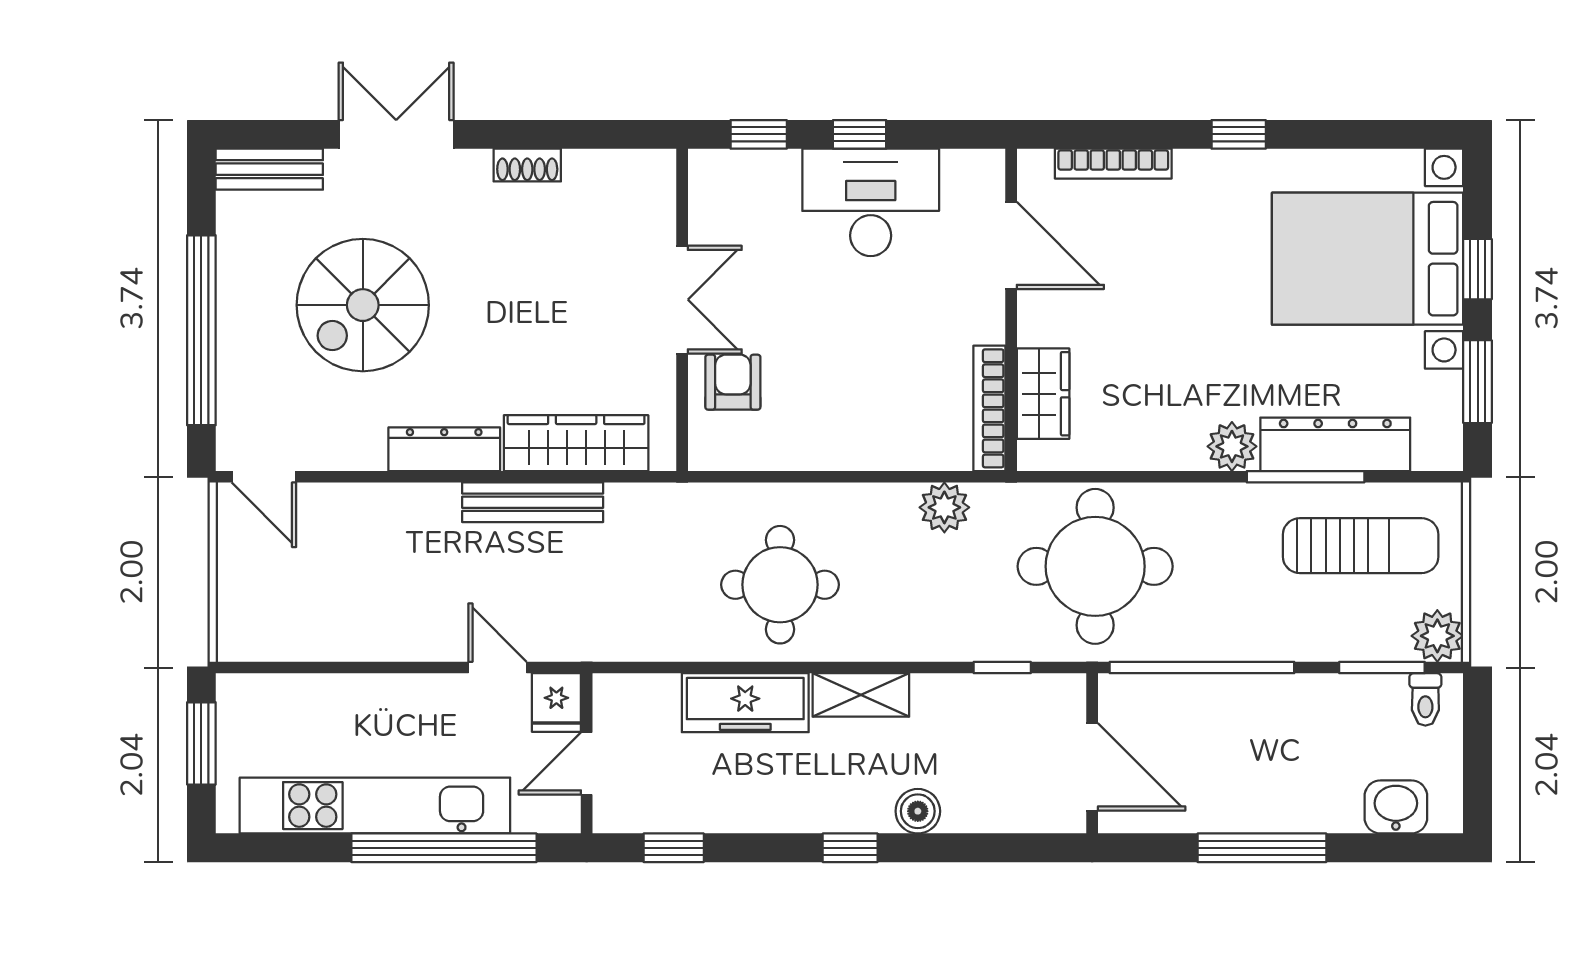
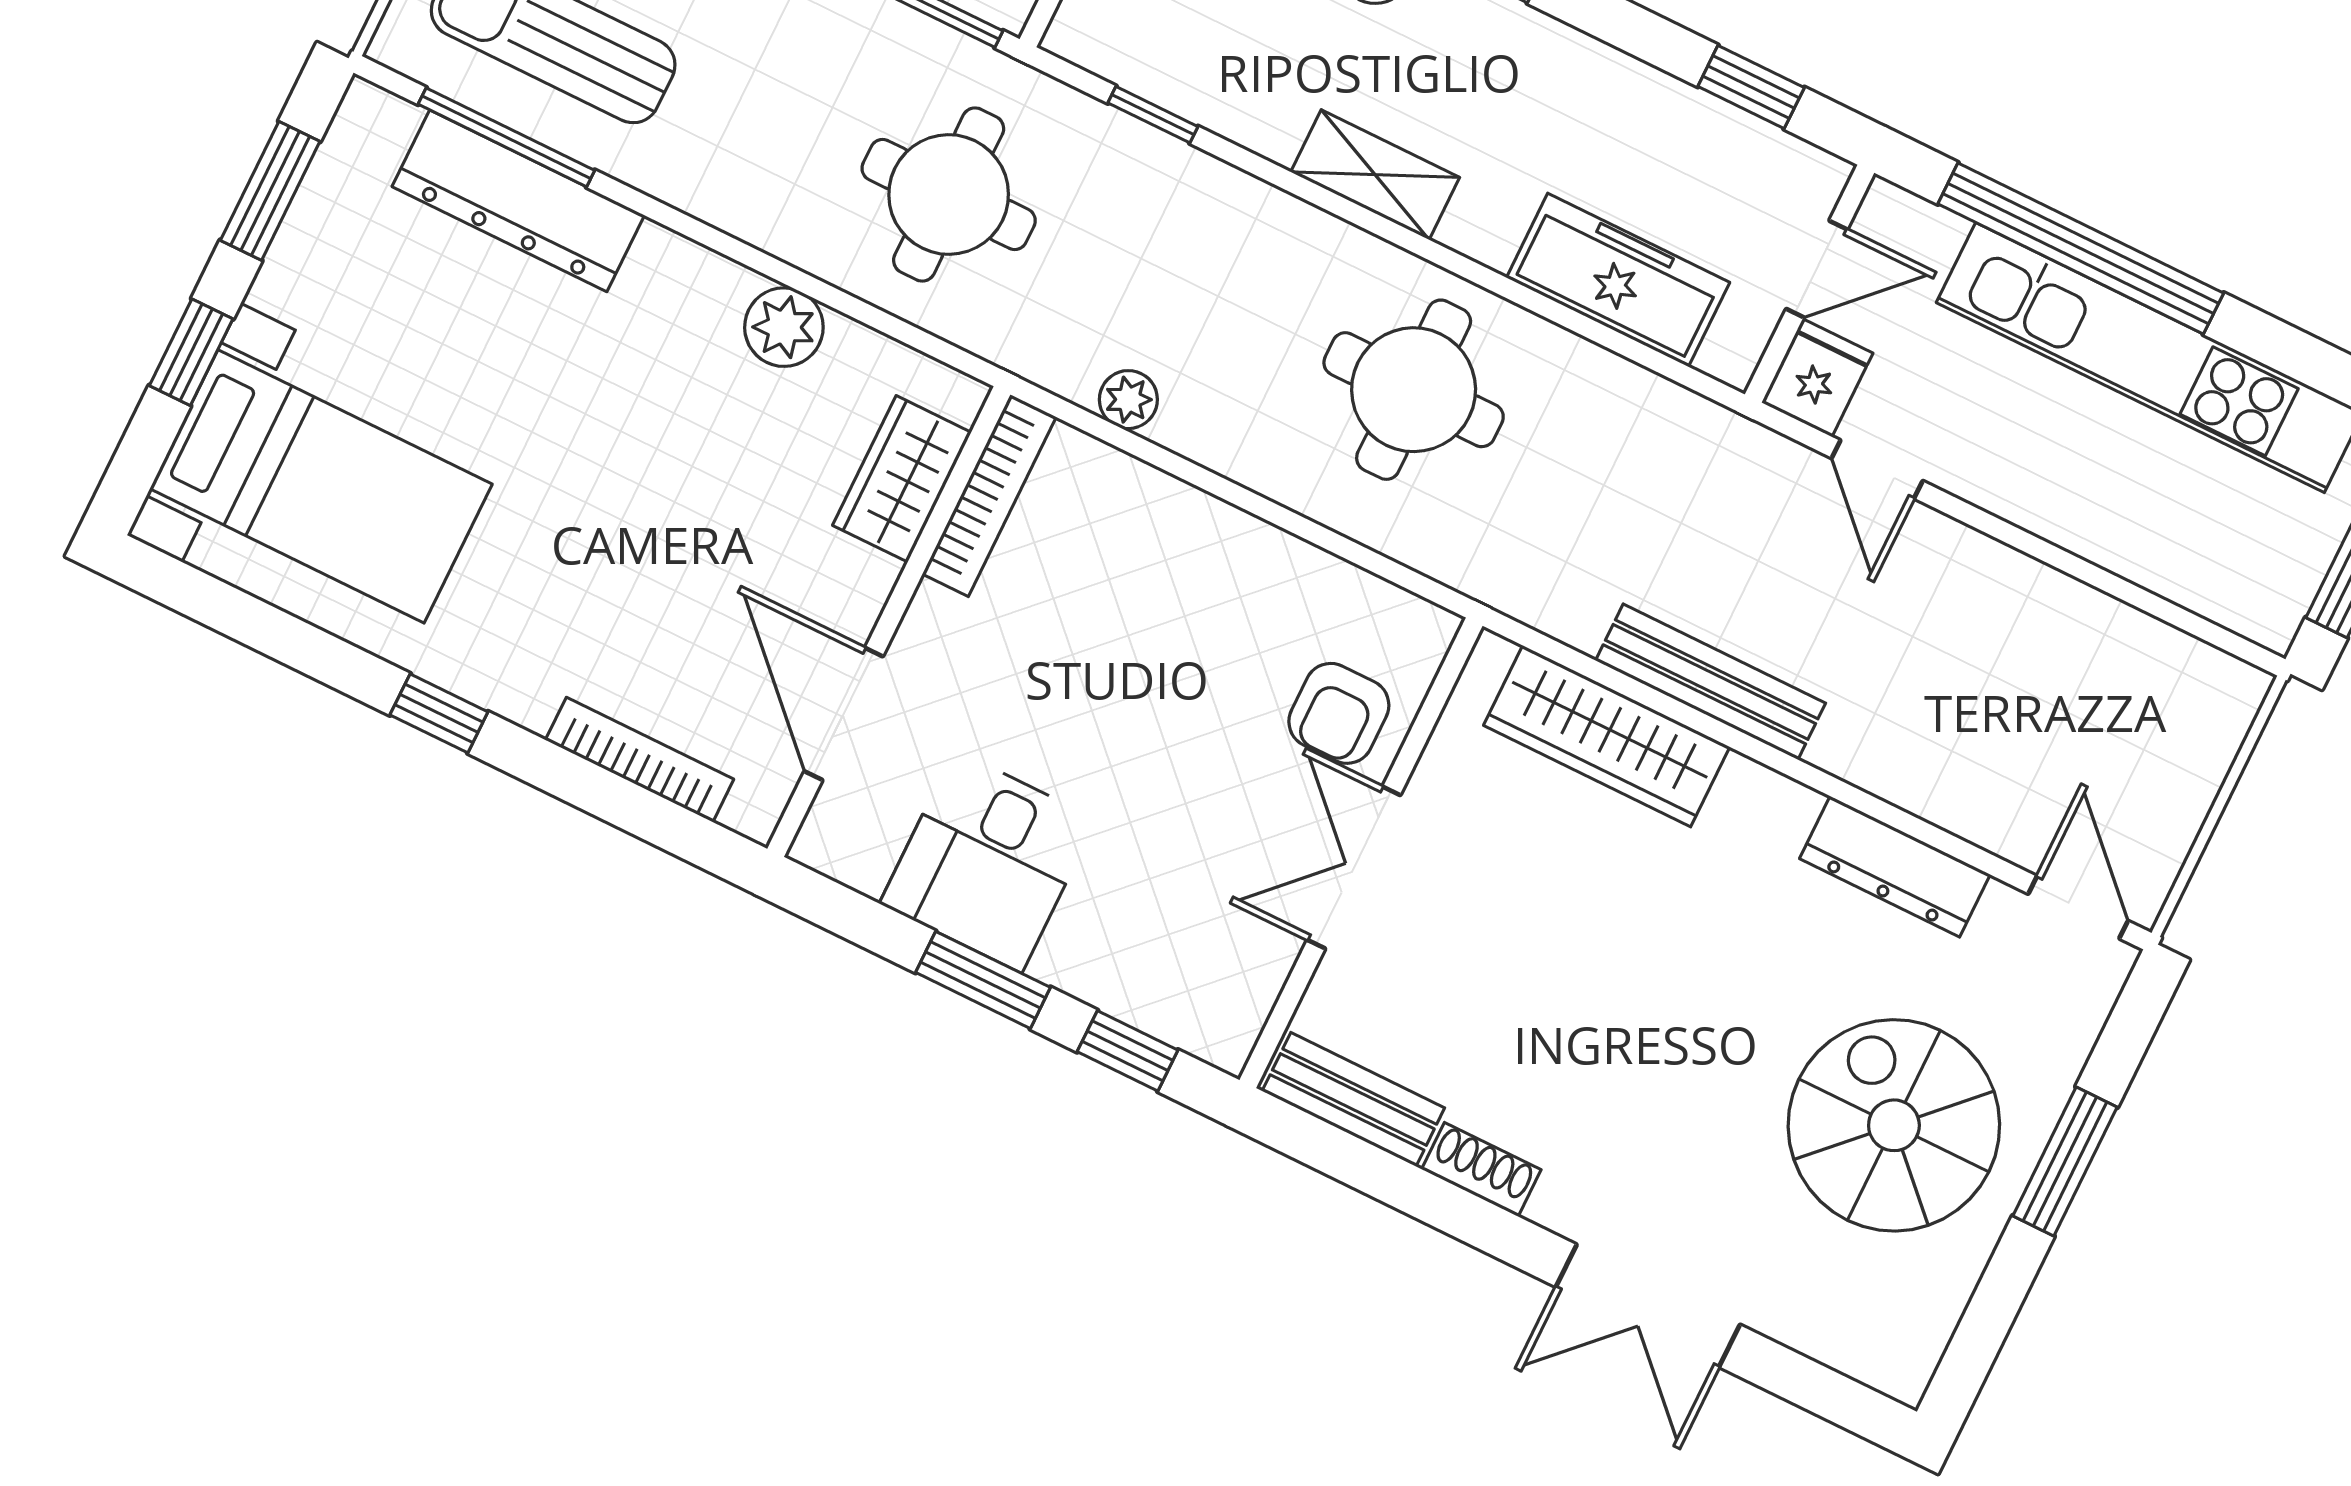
window: (860, 134) -> (983, 980), width x1.50
bench: (269, 169) -> (1353, 1099), moved
desk: (871, 202) -> (988, 861), width x0.73
bed with nightstands: (1368, 259) -> (321, 486), width x0.73
spiral stairs: (363, 305) -> (1894, 1125), moved, turned -90
window: (201, 330) -> (2065, 1161), width x0.47
plant: (1232, 446) -> (784, 327), moved
dresser: (444, 449) -> (1895, 867), moved
window: (1306, 477) -> (506, 137), moved
plant: (944, 507) -> (1128, 400), width x0.73, depth x0.73
round table: (1095, 566) -> (949, 194), width x0.73, depth x0.73
freezer: (745, 703) -> (1618, 280), moved

